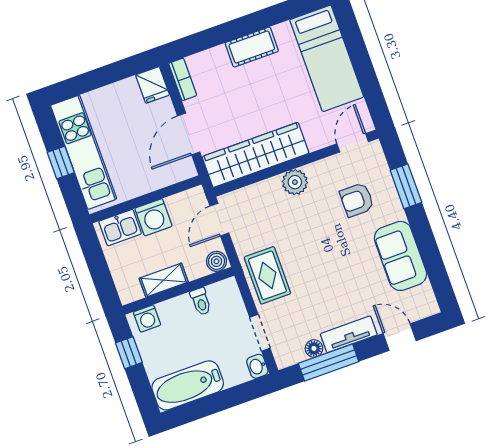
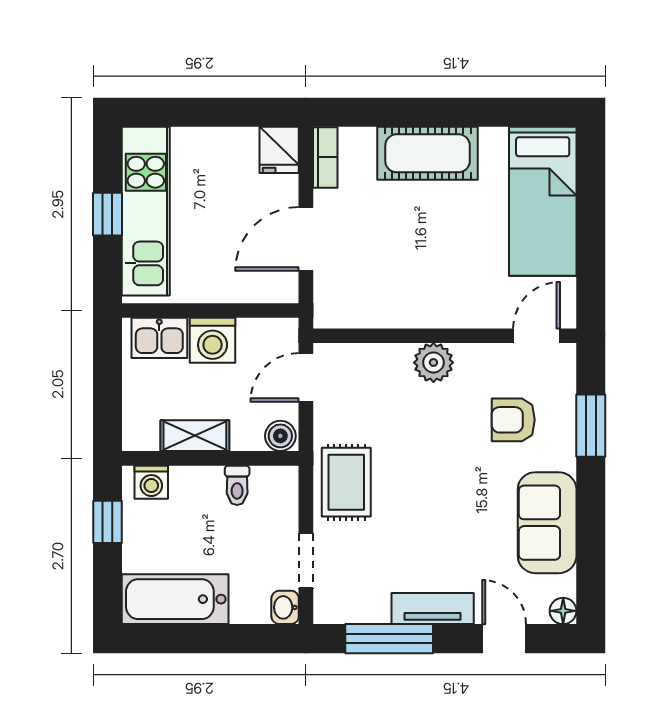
cot: (252, 47) -> (428, 153), width x1.37, depth x1.34
wardrobe: (256, 155) -> (391, 303), removed
floor lamp: (314, 348) -> (563, 611), moved

